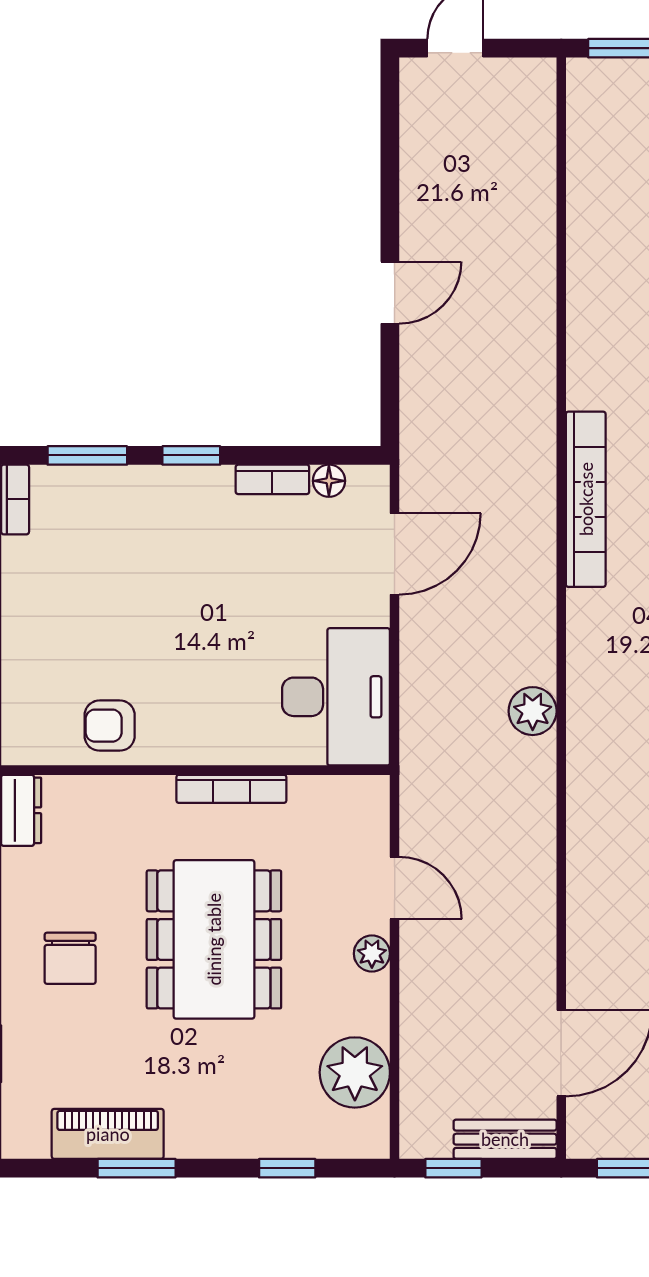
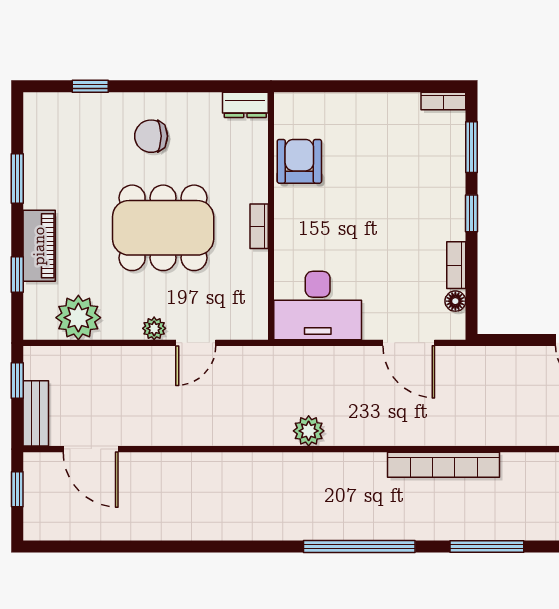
armchair: (110, 726) -> (299, 161), width x1.38, depth x1.38
bookcase: (231, 789) -> (259, 226), width x0.64
piano: (108, 1134) -> (39, 246), moved

